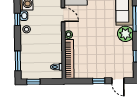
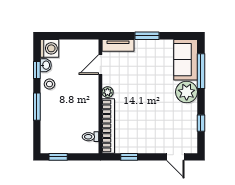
door: (63, 15) -> (100, 64), swing flipped
window: (18, 61) -> (37, 107), moved
window: (99, 81) -> (129, 157), moved

